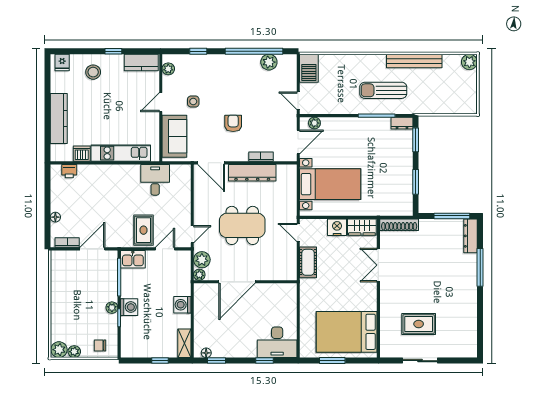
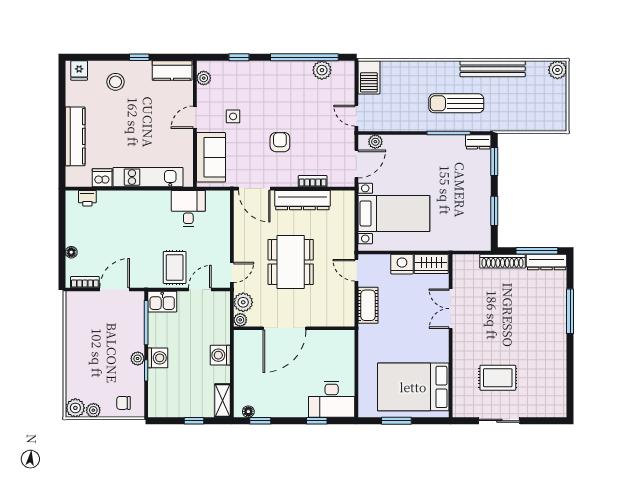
dining table: (242, 225) -> (291, 262), turned 90
shoe rack: (399, 225) -> (502, 261), moved
dresser: (471, 236) -> (547, 262), moved, turned -90

